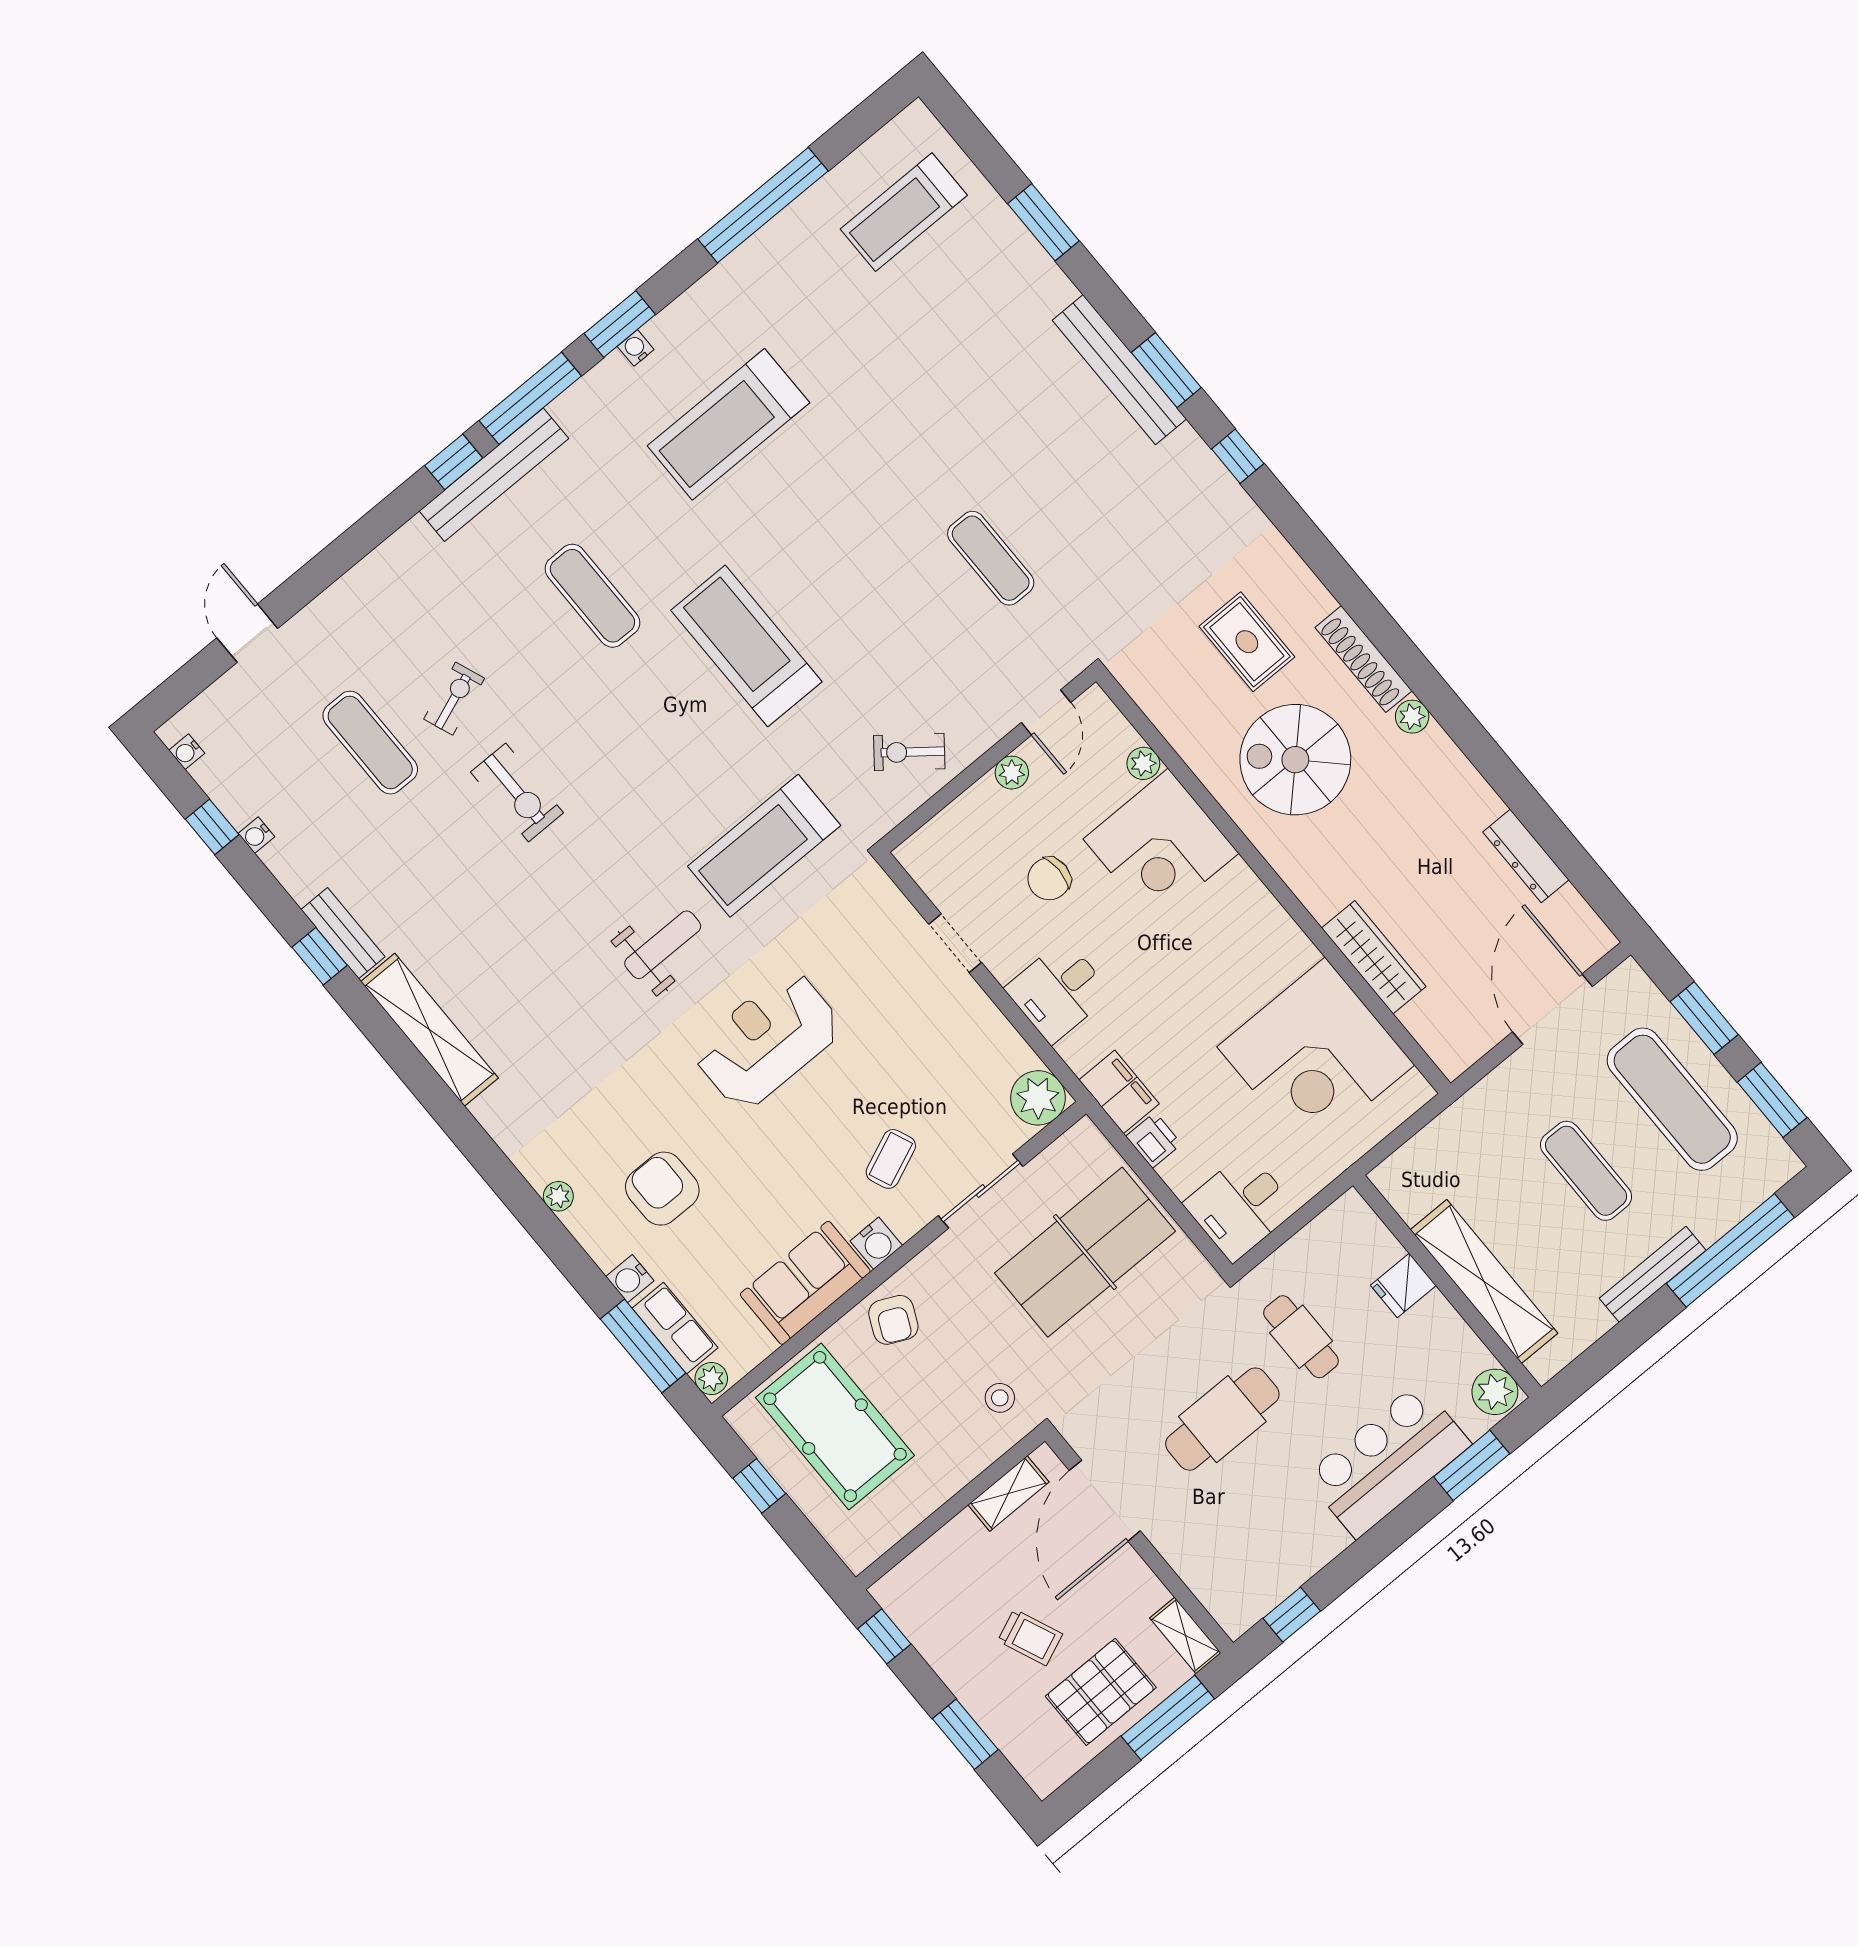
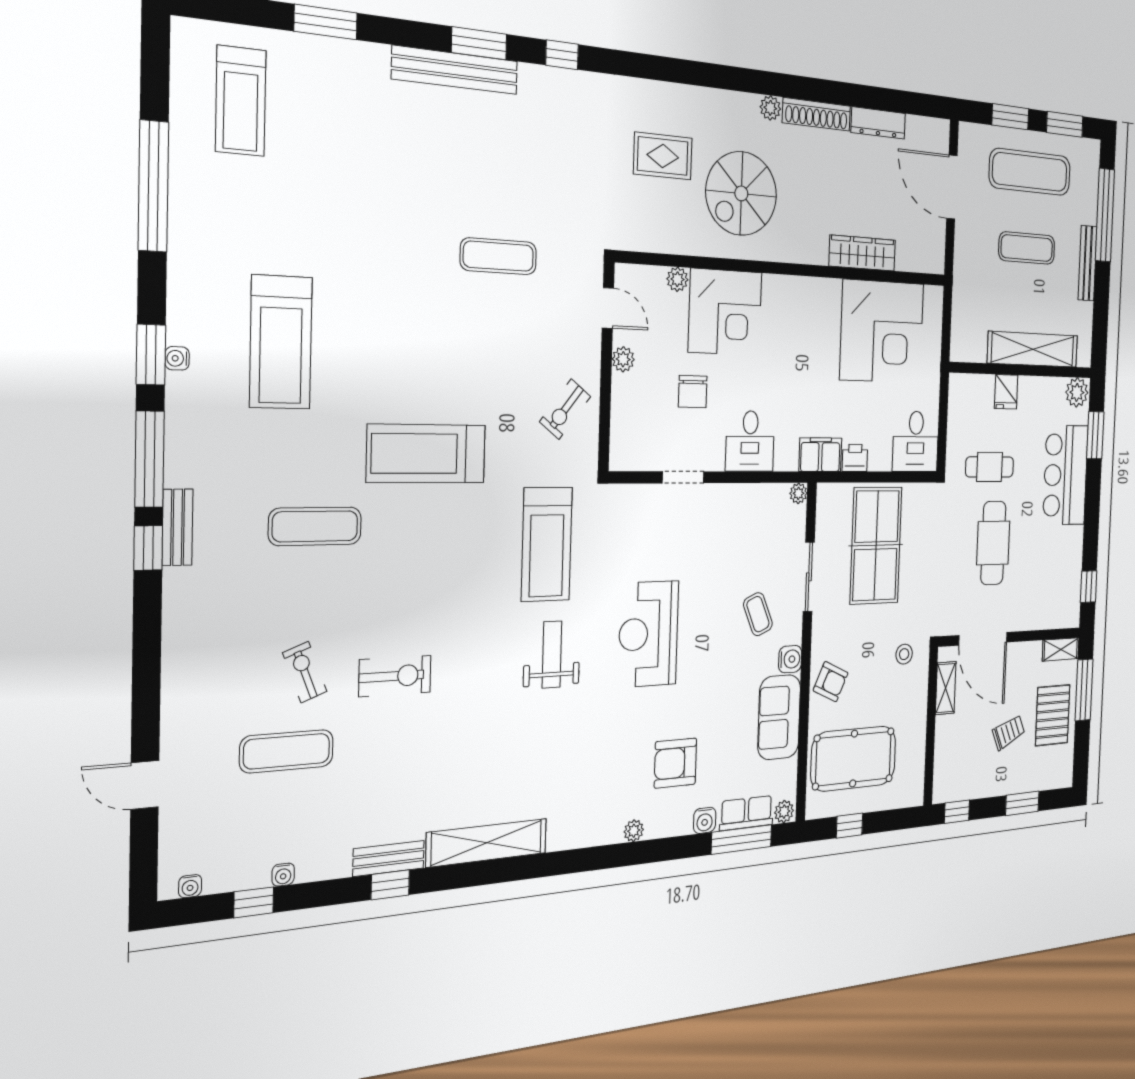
bench: (494, 475) -> (178, 527), width x0.54, depth x0.82
shoe rack: (1364, 659) -> (817, 114), moved
plant: (1038, 1098) -> (798, 493), width x0.53, depth x0.53

